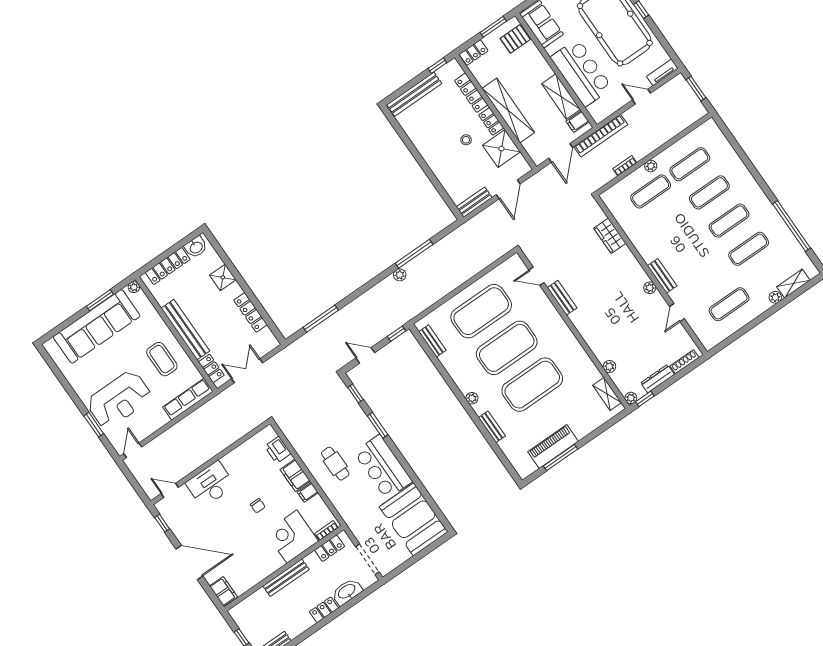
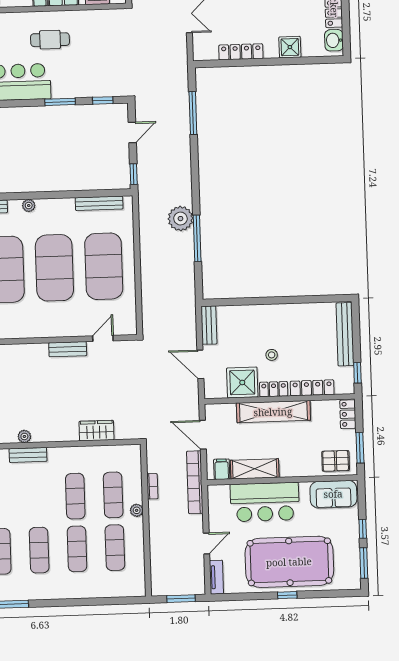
pallet: (515, 39) -> (336, 461), turned 90
exercise mat: (670, 220) -> (75, 496), added
plant: (400, 275) -> (180, 219), width x1.88, depth x1.88
bench: (432, 341) -> (99, 203), width x1.36

